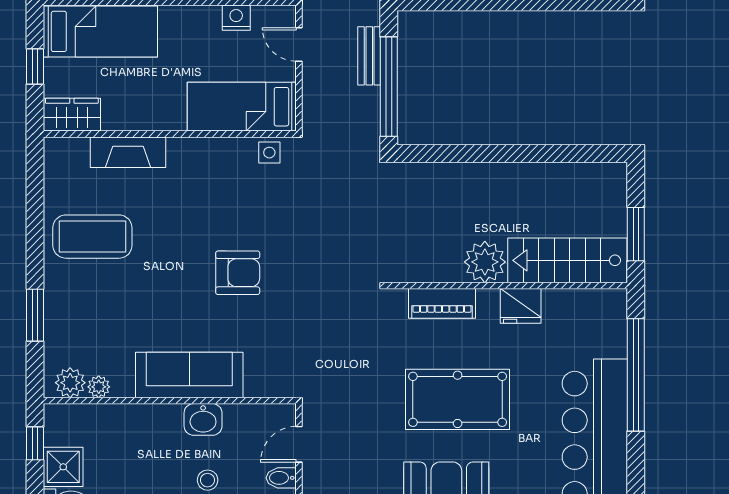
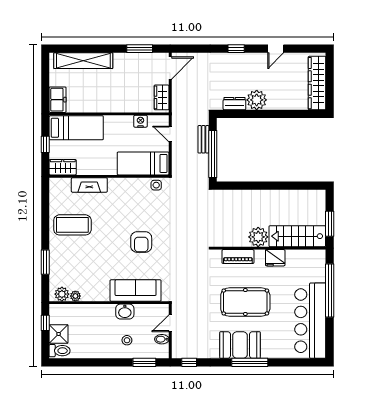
armchair: (238, 273) -> (141, 242), turned 90
sofa: (189, 375) -> (136, 290), moved

